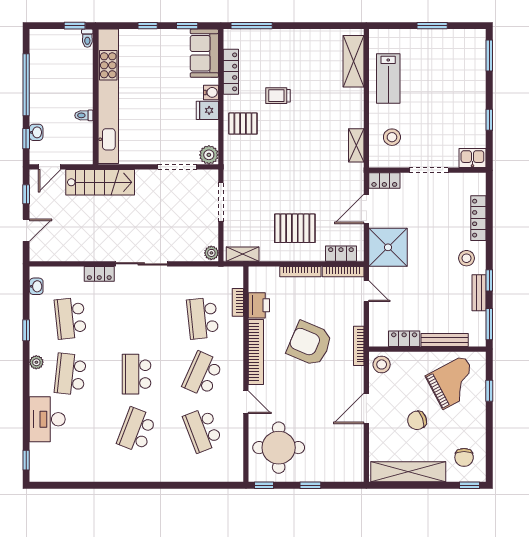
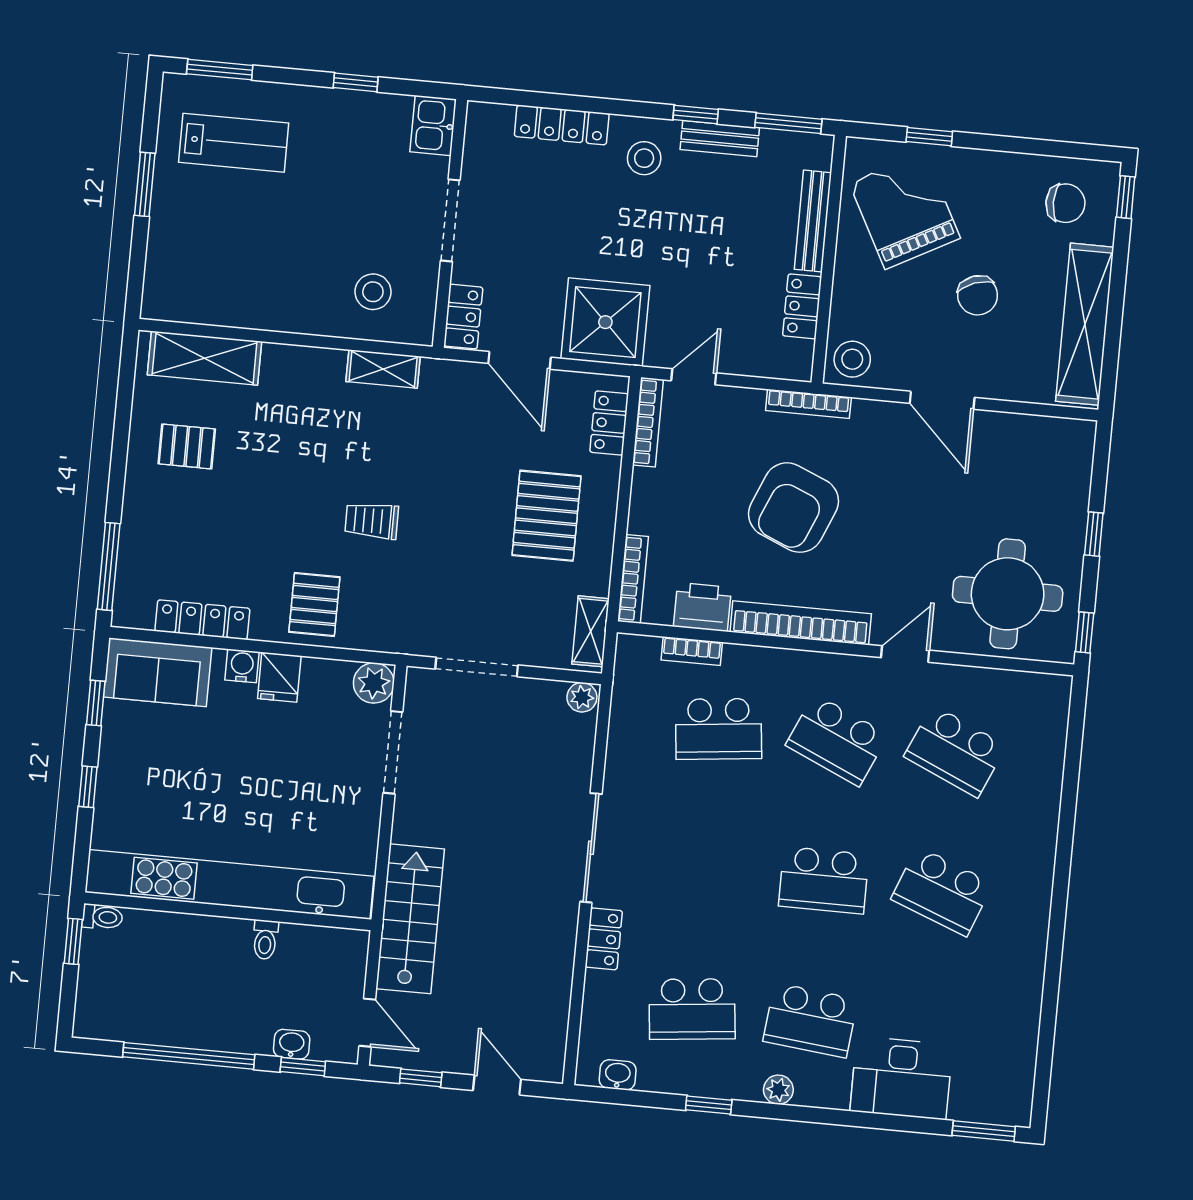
pallet: (311, 57) -> (187, 446), added
lab bench: (388, 78) -> (234, 143), moved
trolley: (278, 96) -> (372, 521), moved, turned 90
bookcase: (300, 272) -> (633, 579), moved
school desk: (203, 430) -> (955, 751), turned 45
window: (26, 460) -> (984, 1131), width x1.50

